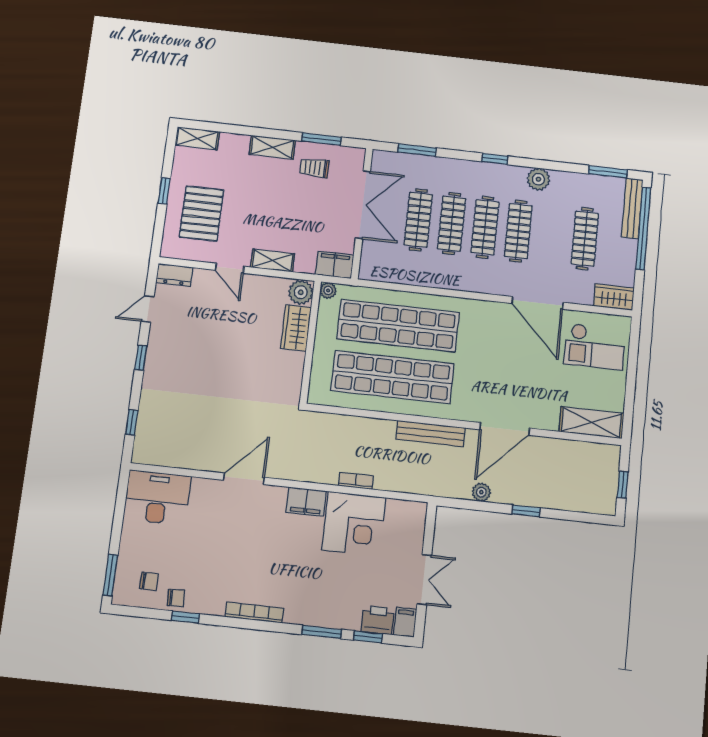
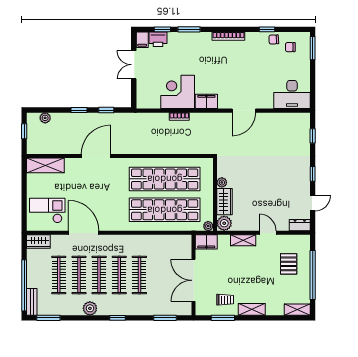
window: (164, 191) -> (313, 275), width x3.17
bench: (632, 208) -> (32, 302), width x0.73
pallet: (202, 213) -> (289, 264), width x0.67, depth x0.71
clothes rail: (418, 220) -> (79, 275), moved
plant: (297, 361) -> (222, 182), added
bench: (431, 434) -> (139, 149), removed
plant: (481, 492) -> (45, 118), moved
window: (479, 506) -> (106, 110), added

